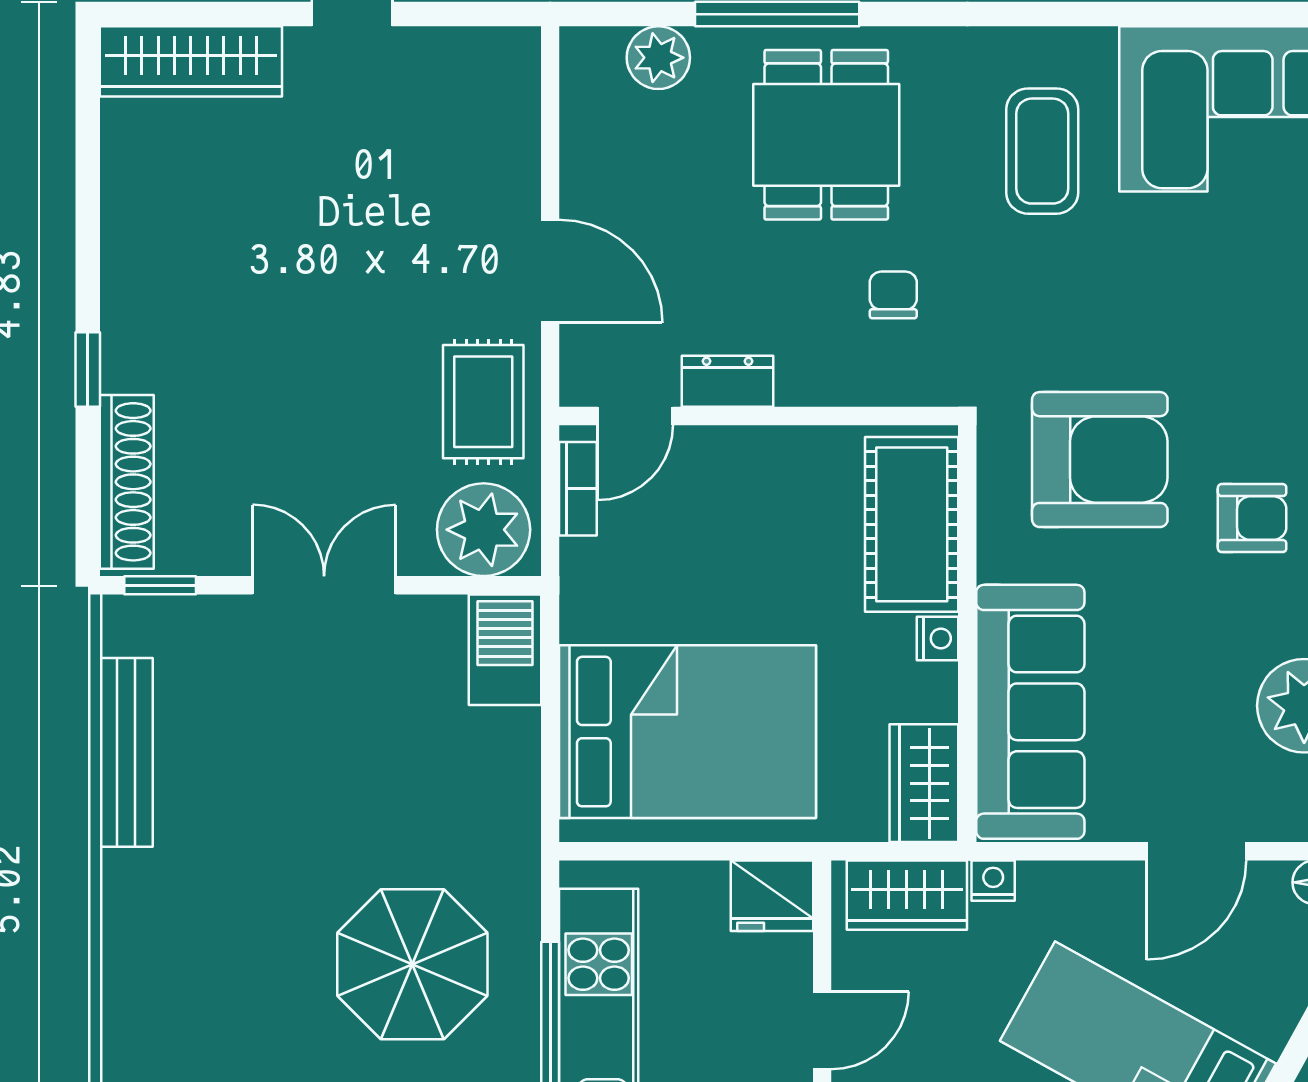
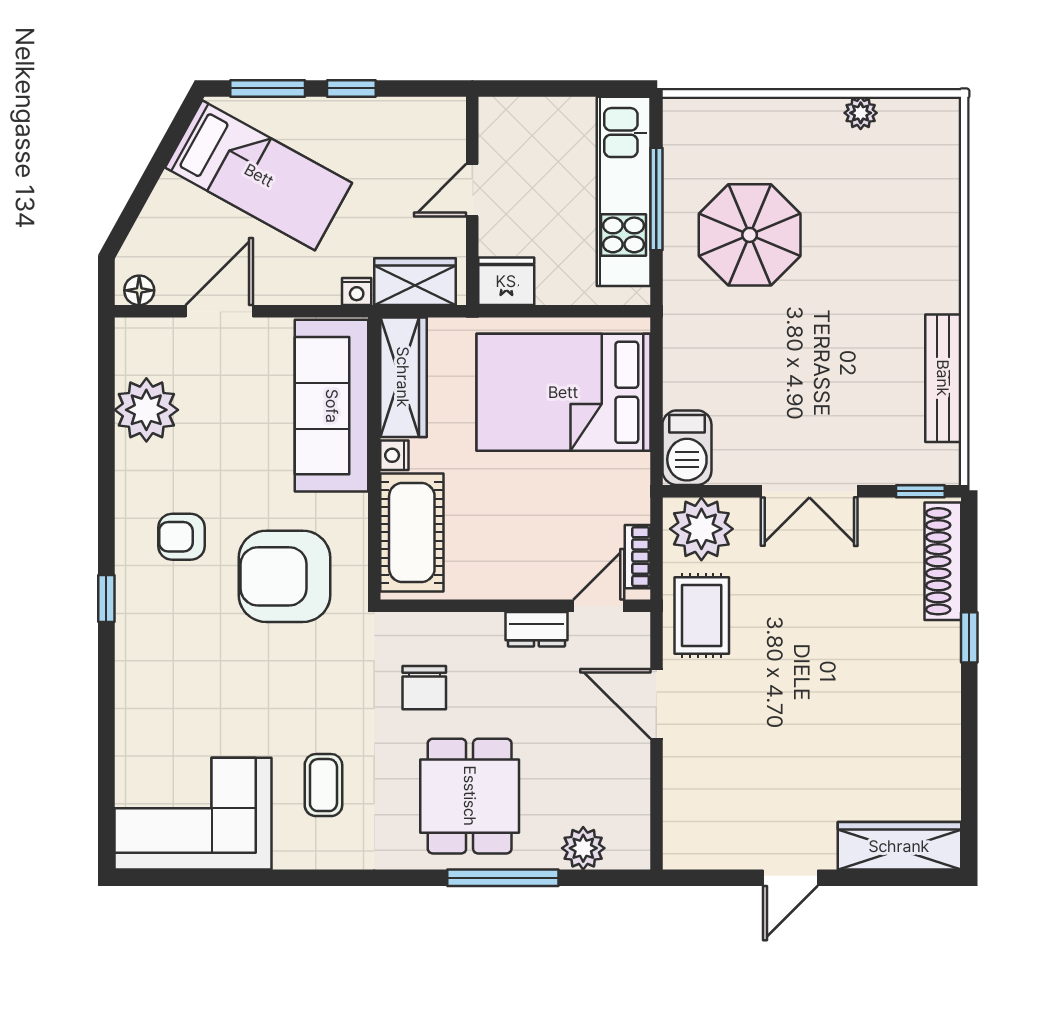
coffee table: (1042, 151) -> (323, 785), width x0.73, depth x0.77
chair: (893, 295) -> (424, 688), width x1.37, depth x1.37
wardrobe: (924, 783) -> (403, 377), width x1.50

